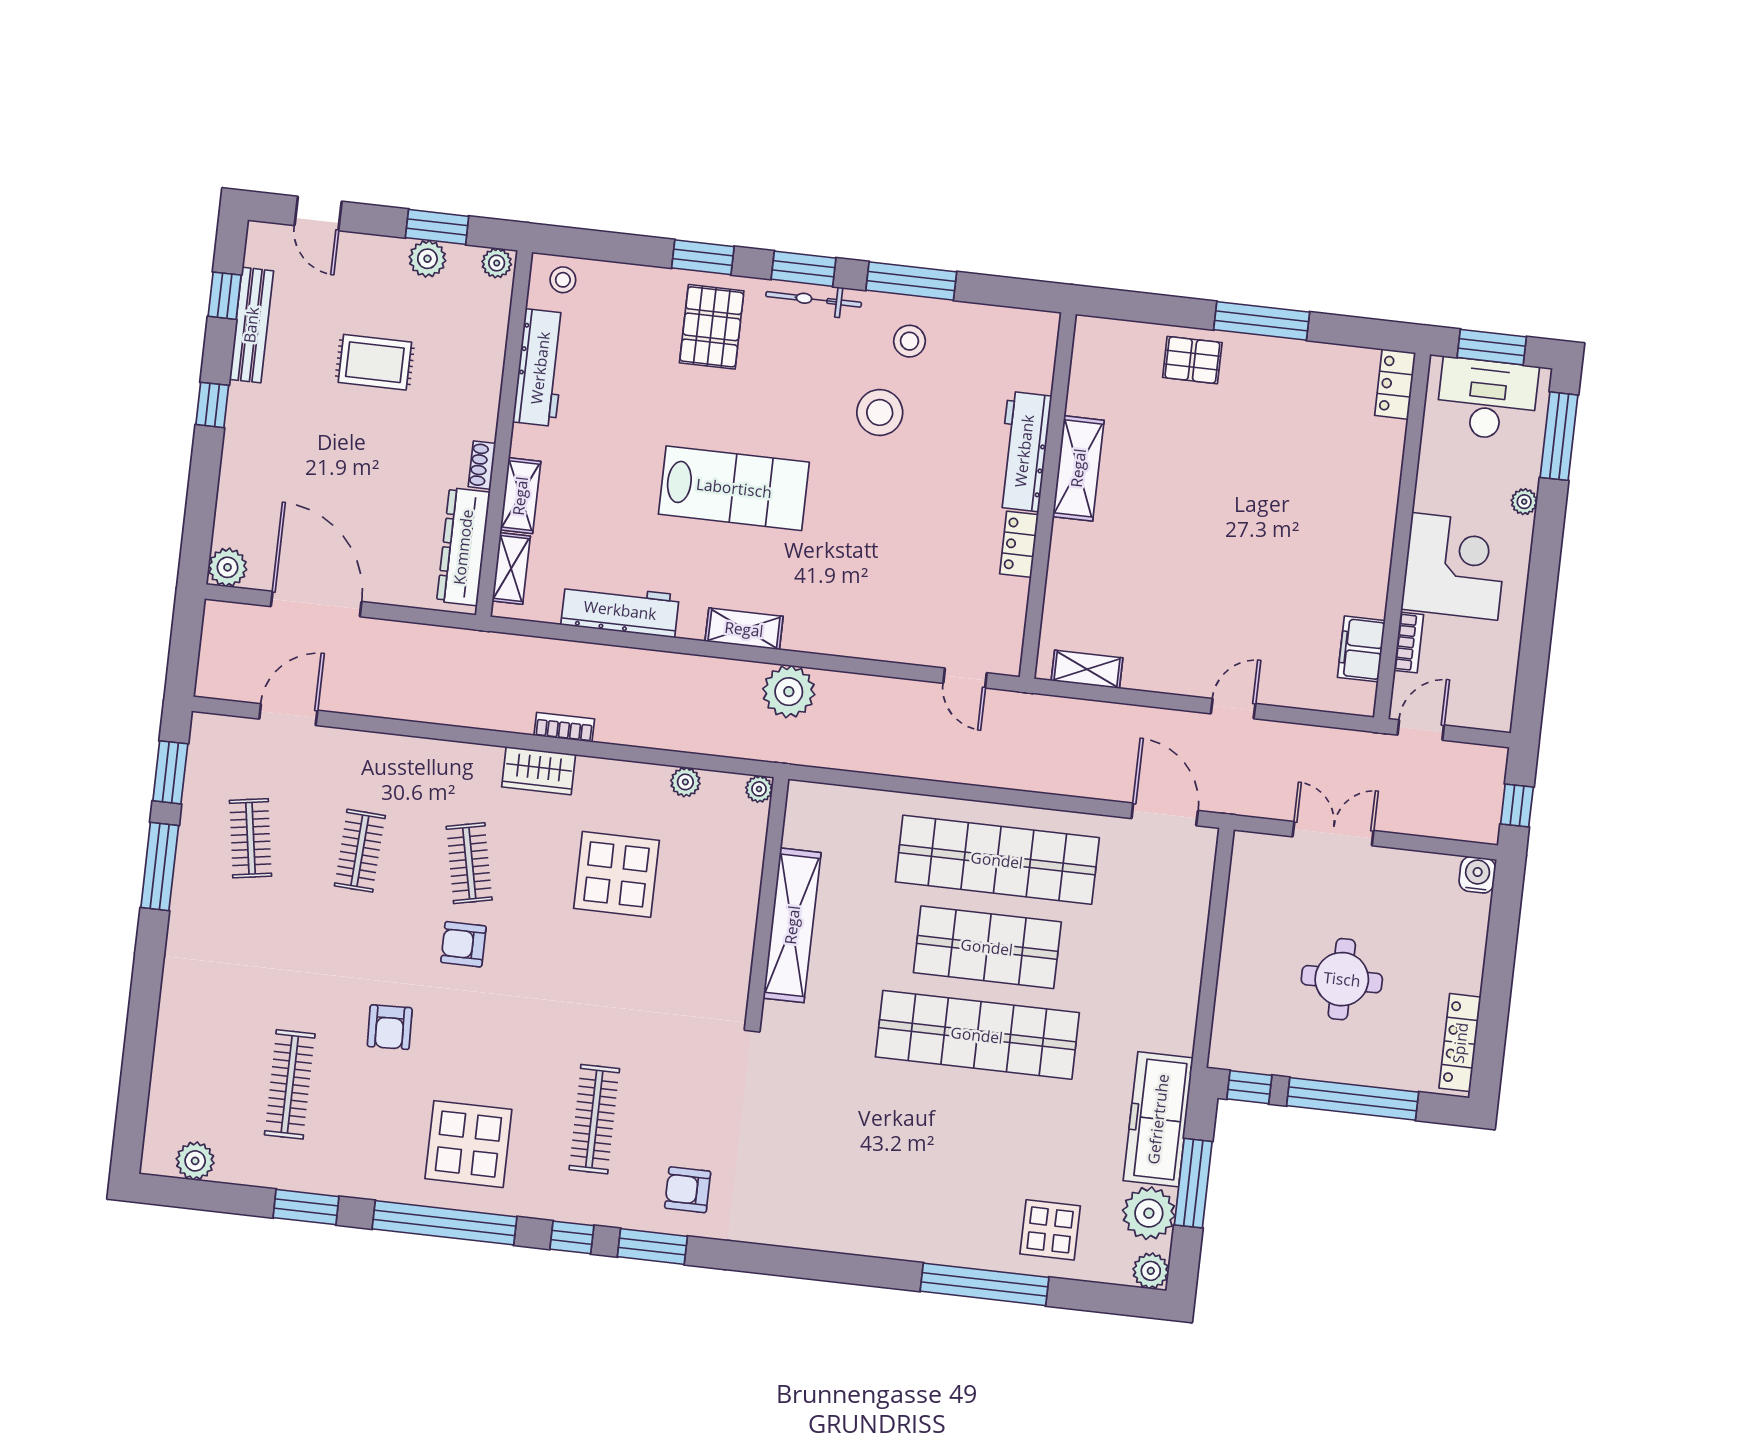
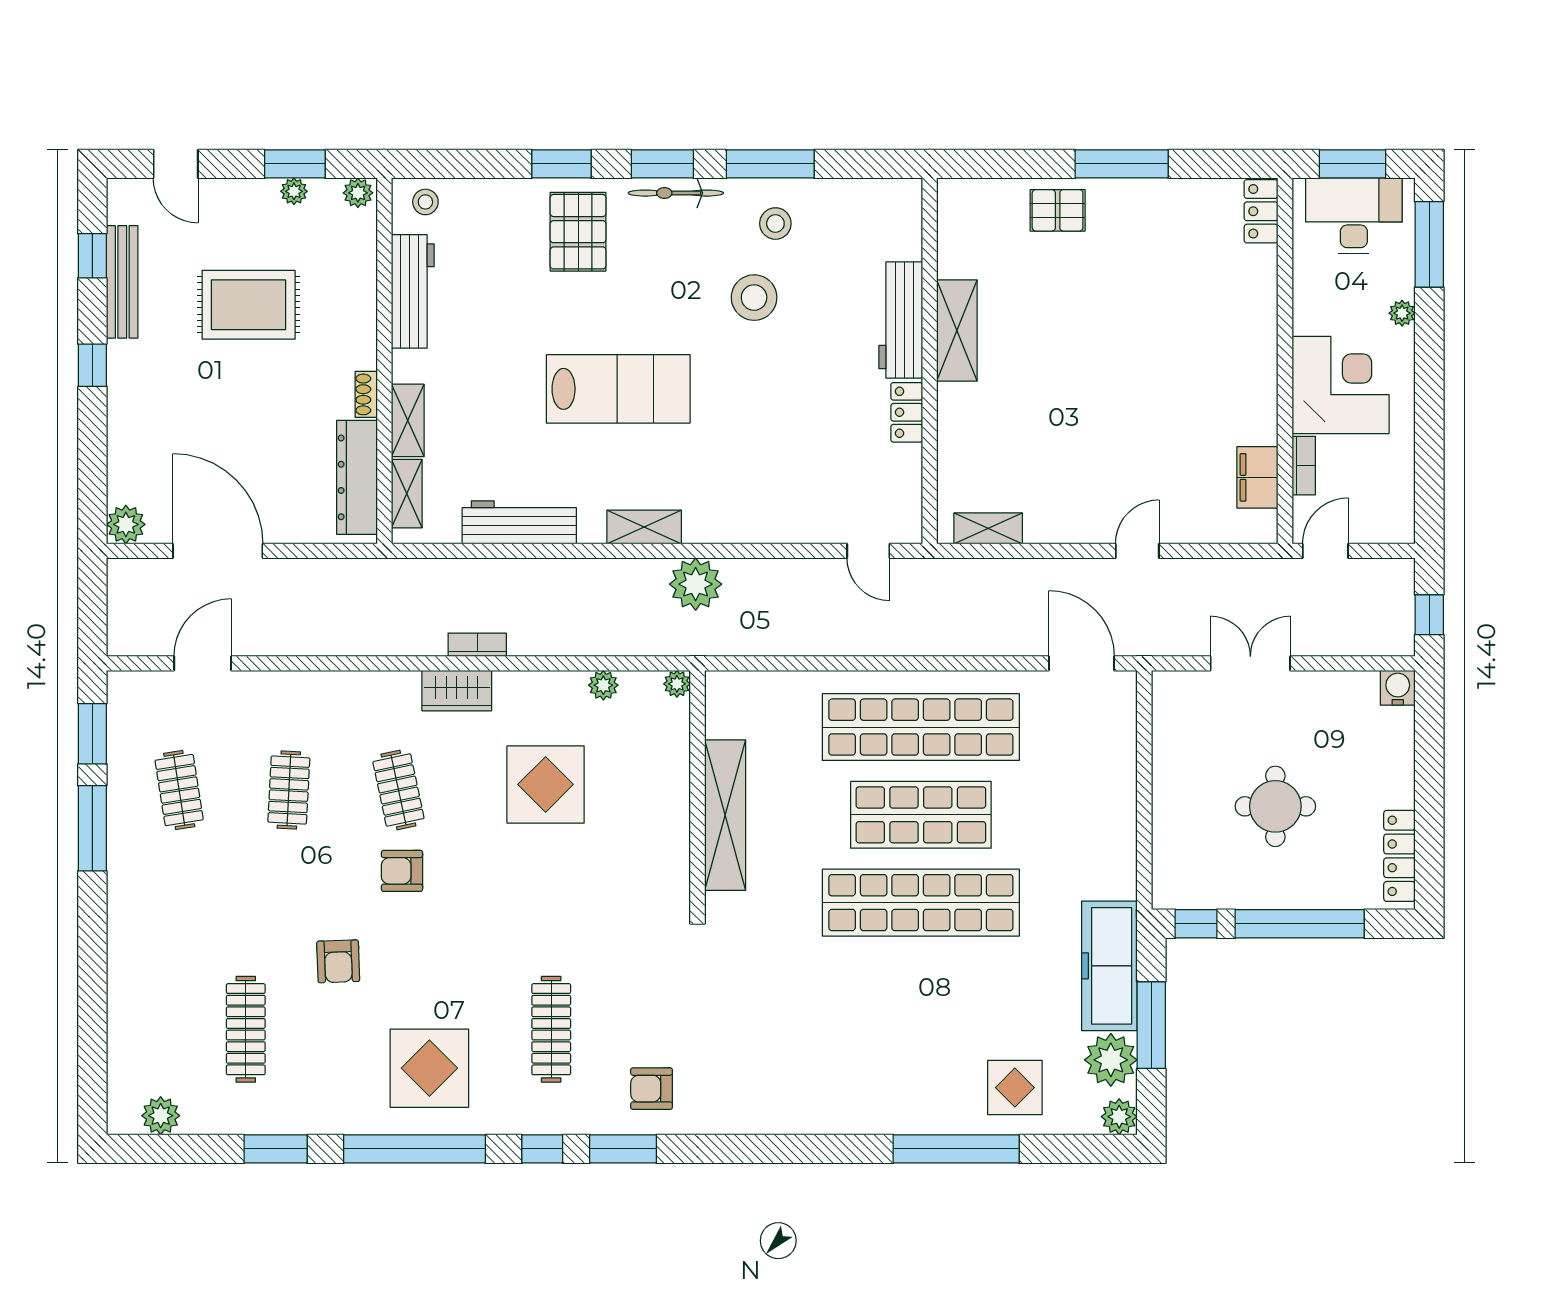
plant: (427, 259) -> (294, 191), width x0.73, depth x0.73
rug: (375, 362) -> (249, 305), width x1.36, depth x1.43

